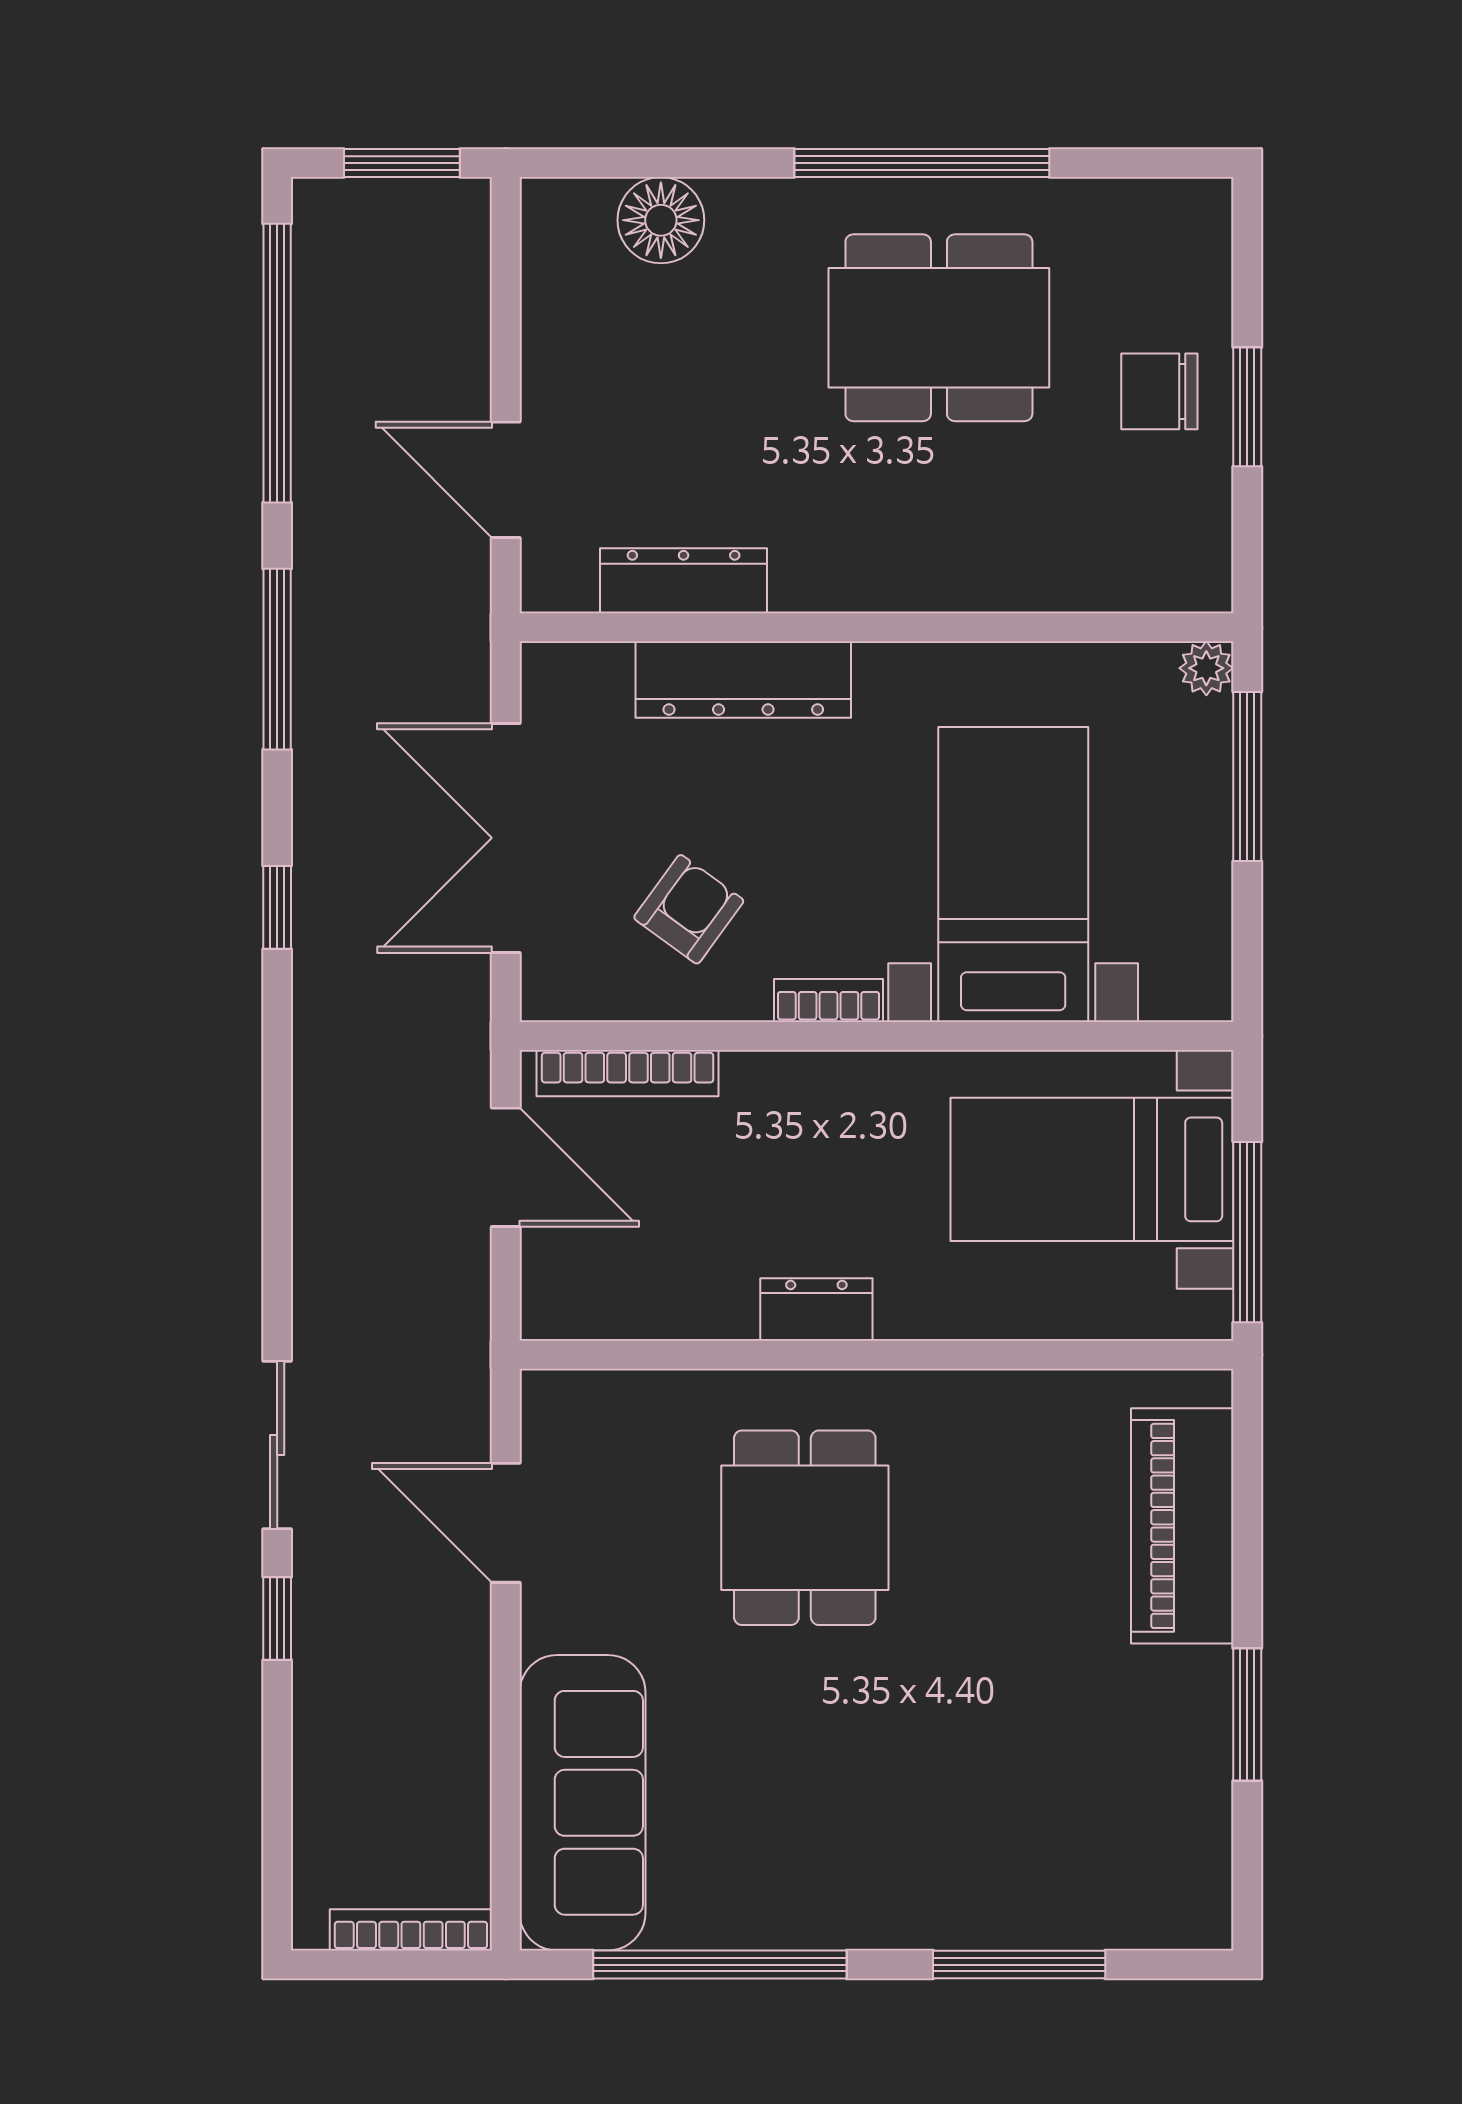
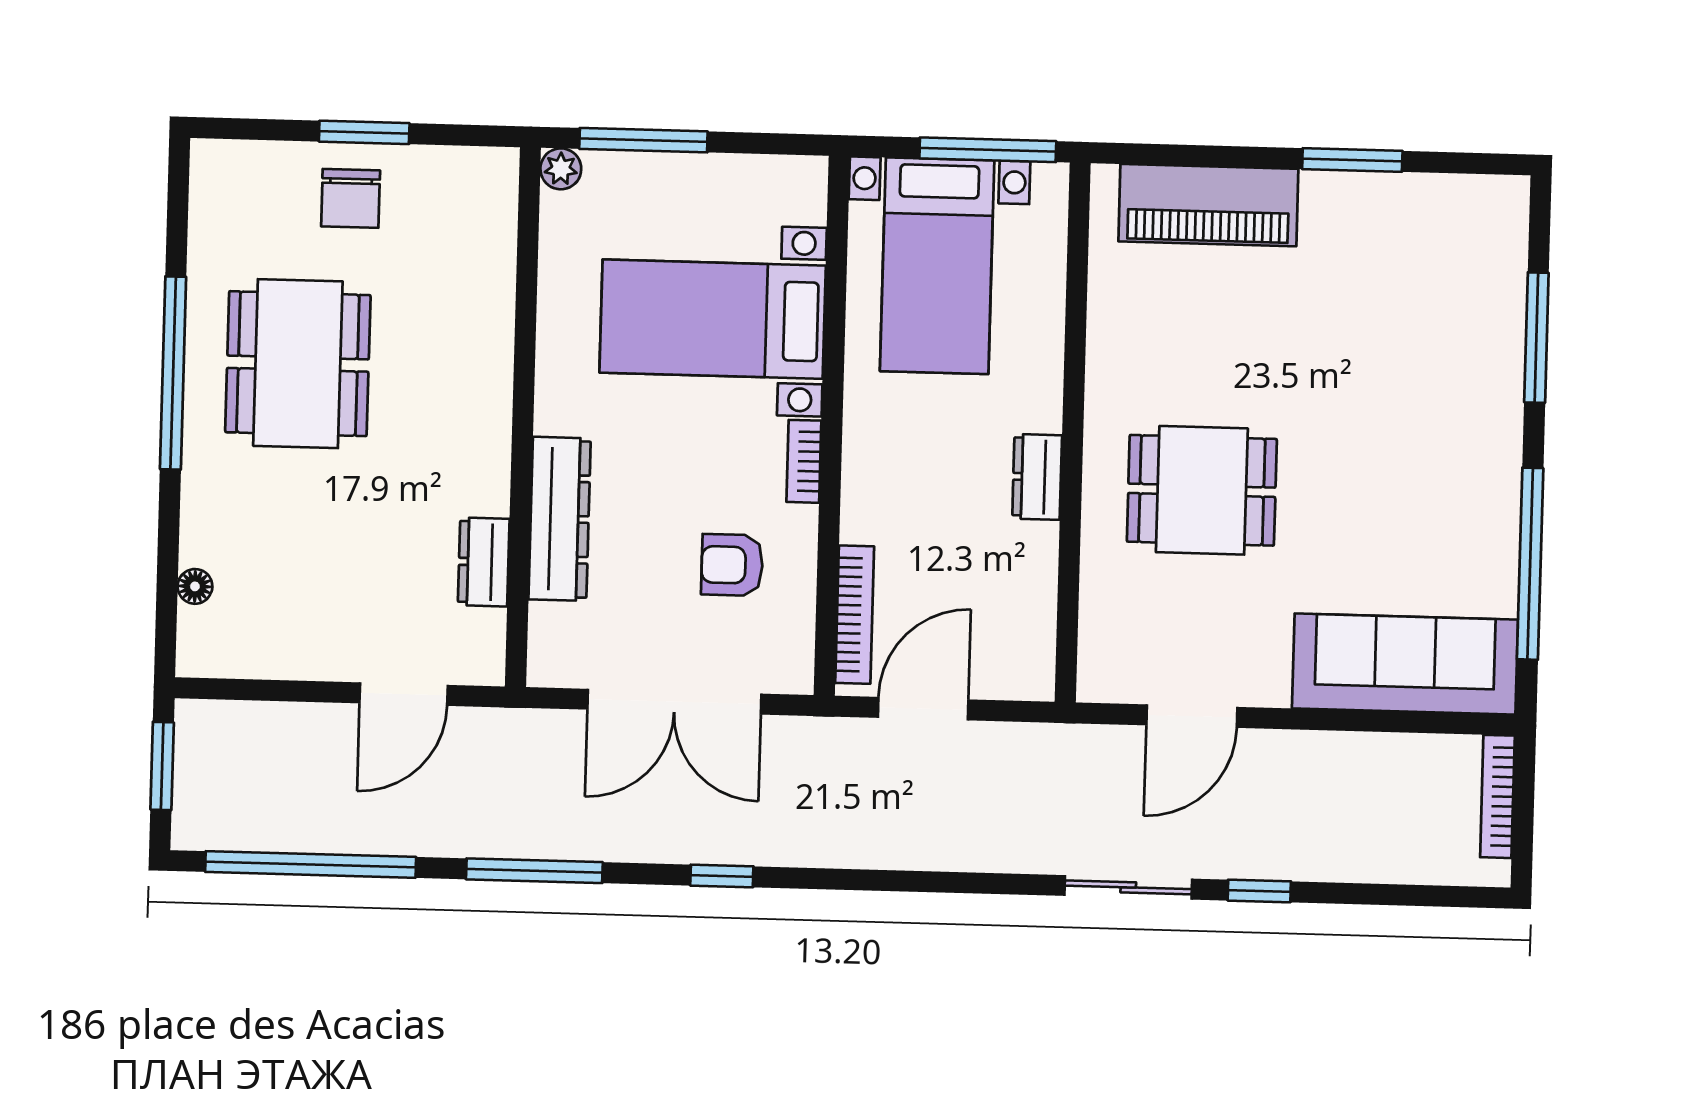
floor lamp: (661, 220) -> (195, 586), width x0.53, depth x0.53
dresser: (684, 581) -> (484, 562), width x0.70
armchair: (689, 909) -> (732, 565), turned -36

